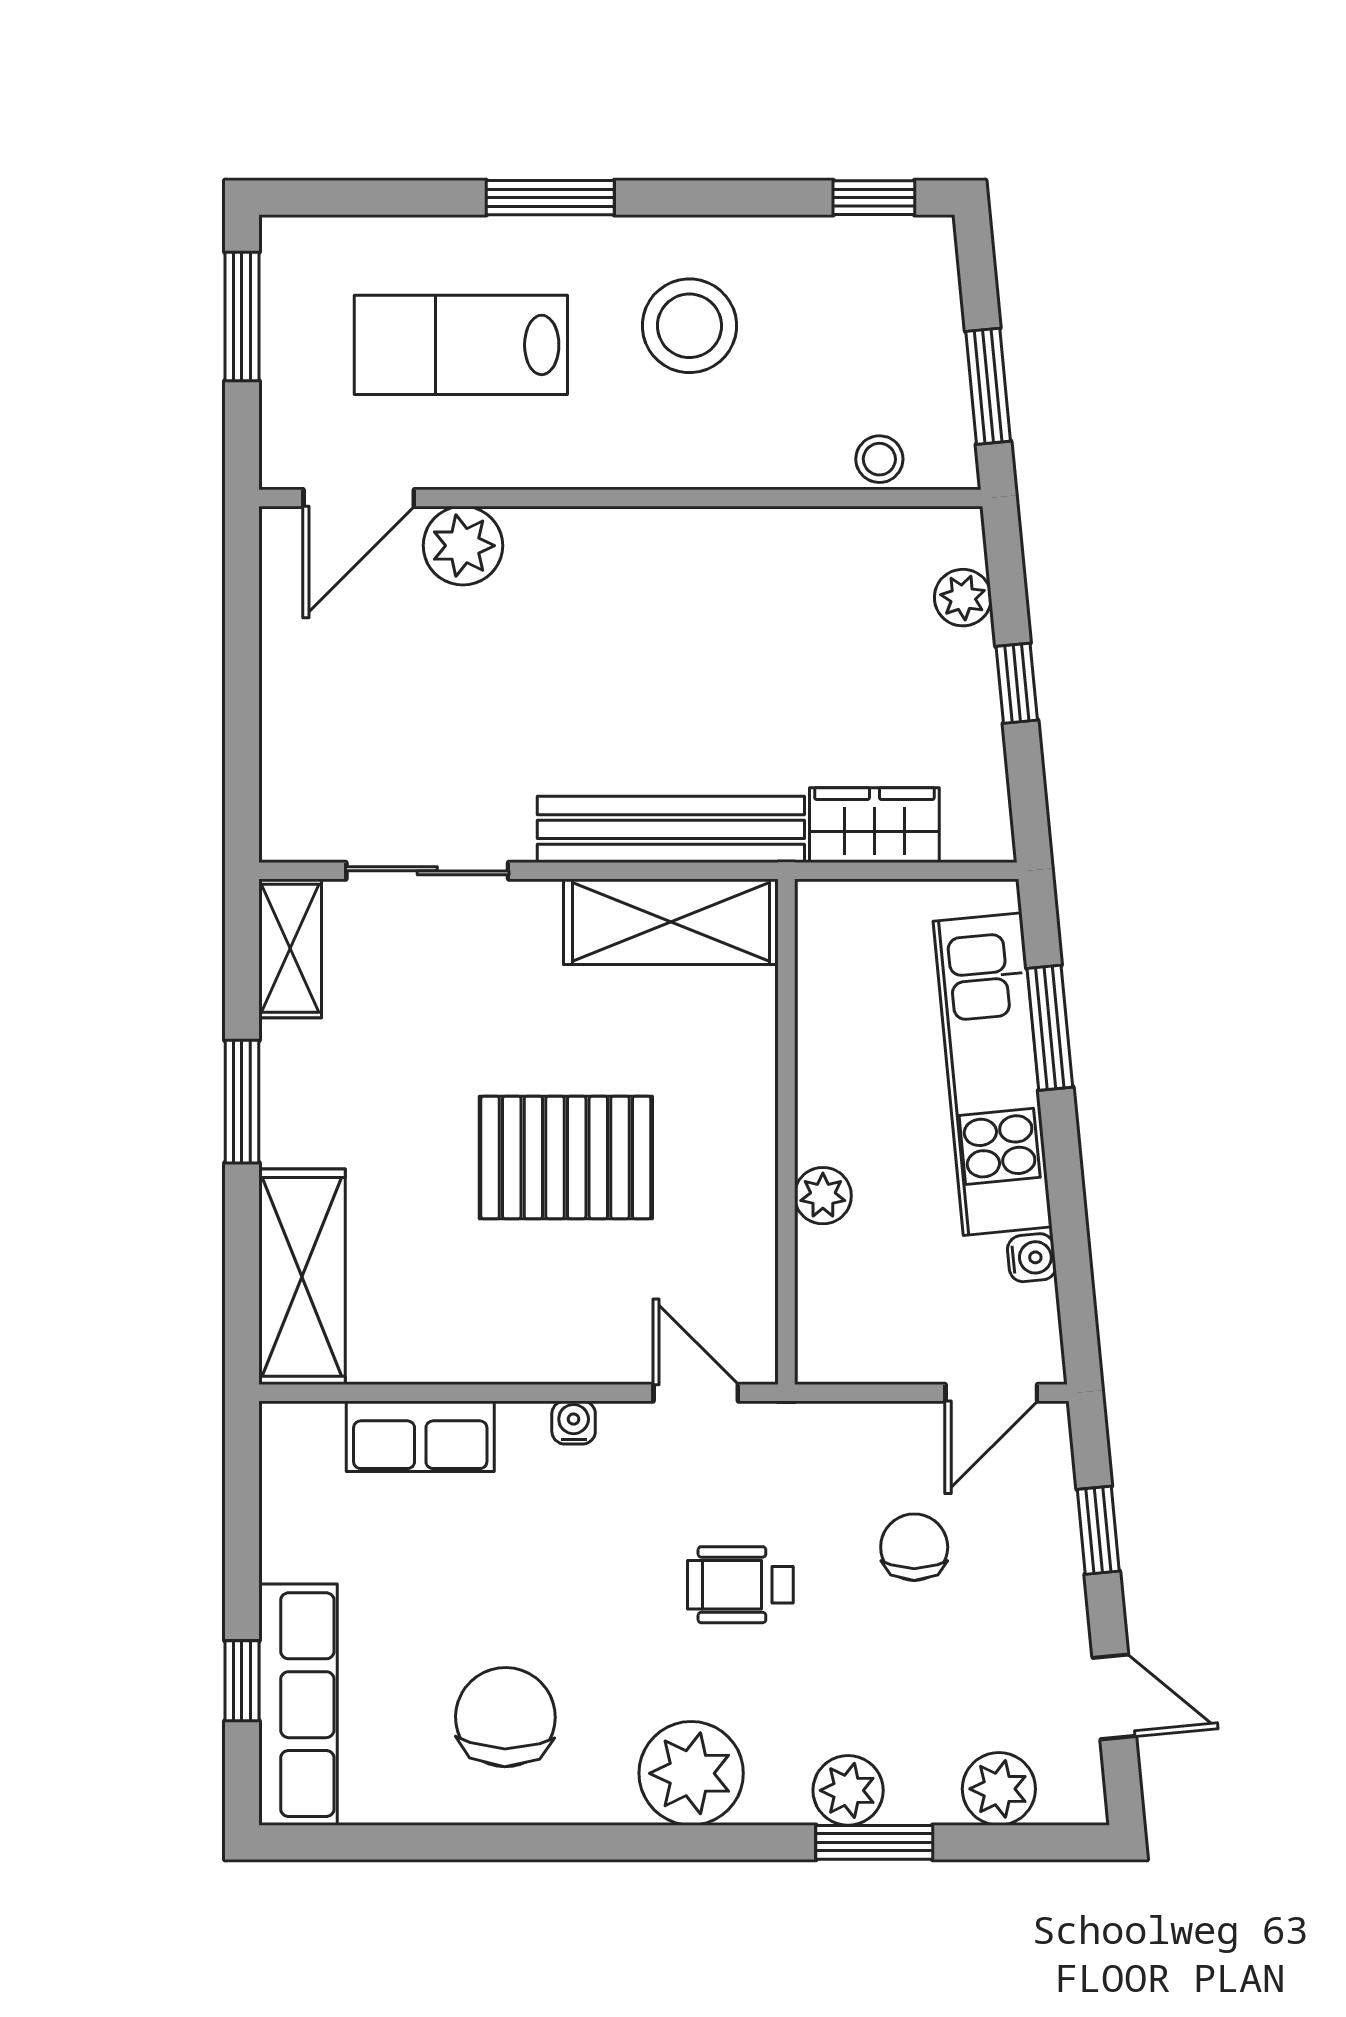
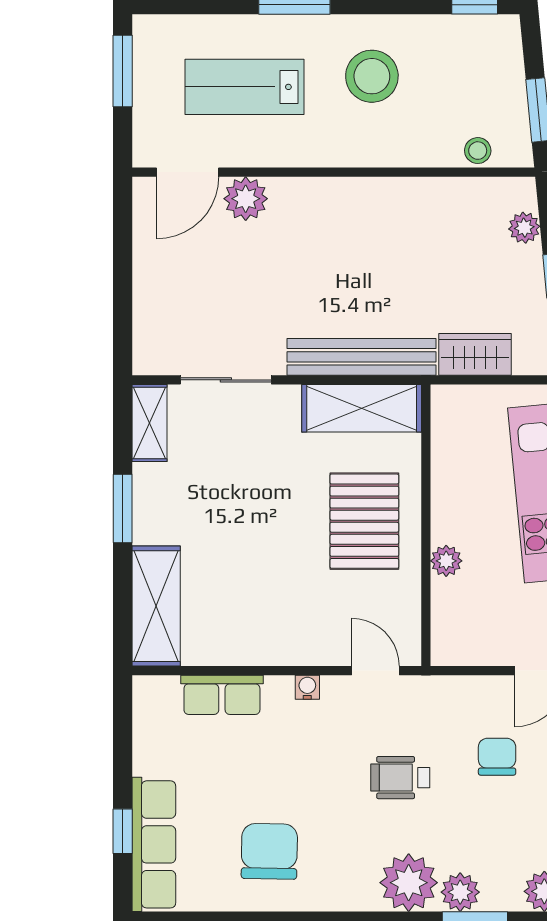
pallet: (566, 1157) -> (364, 521), moved, turned 90
plant: (691, 1773) -> (409, 883), moved

